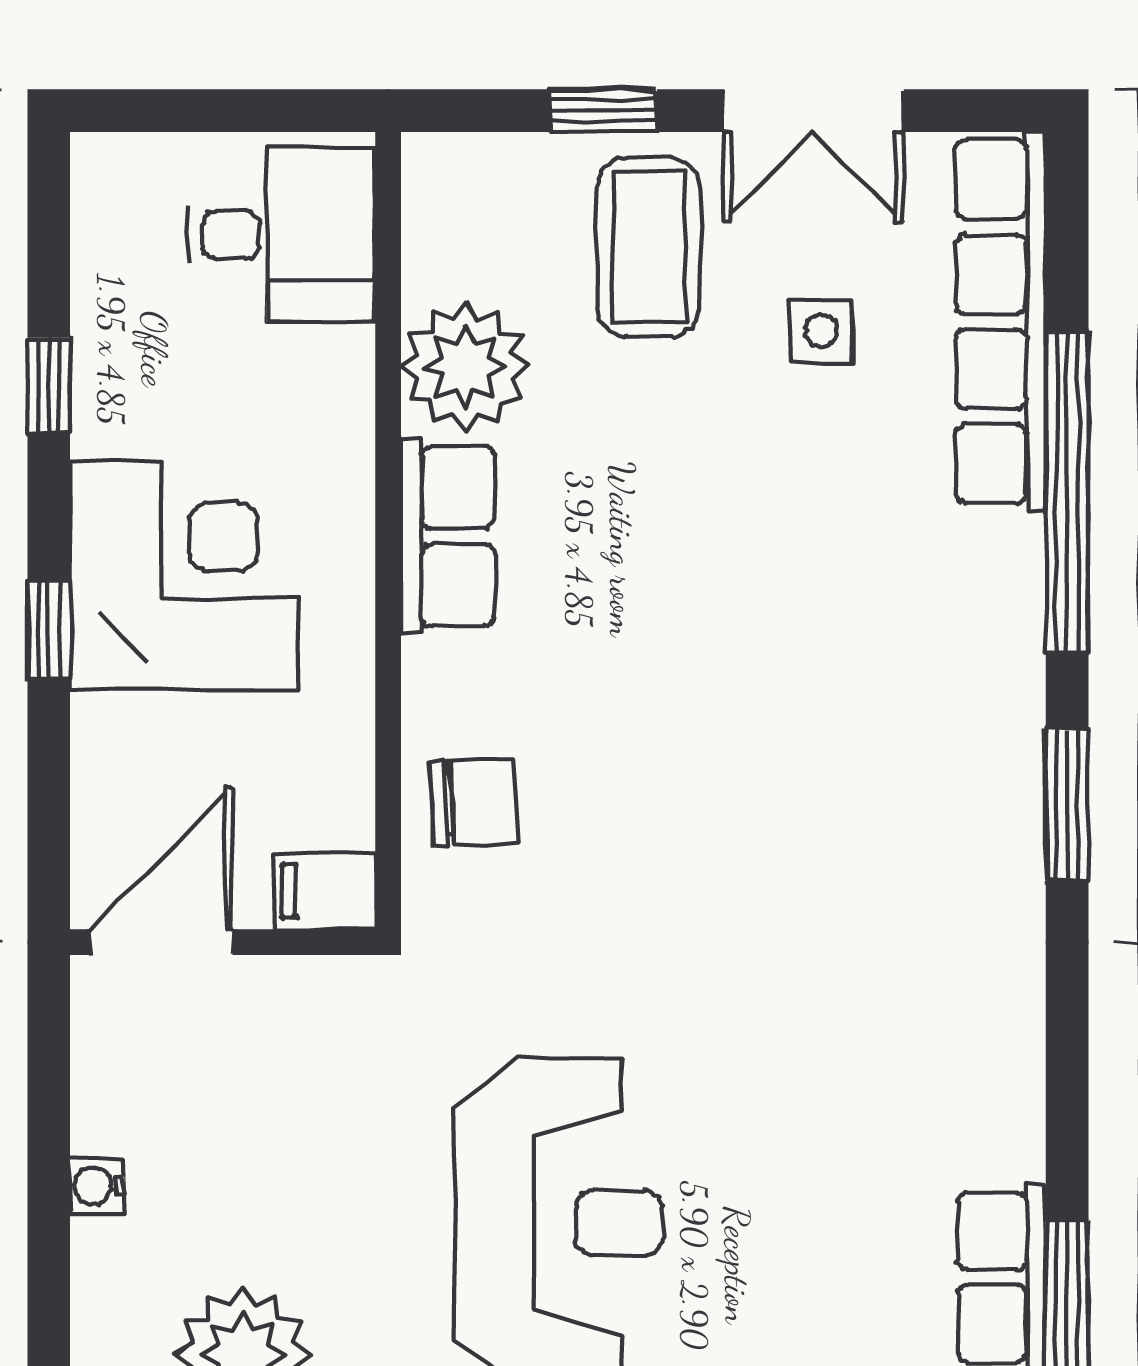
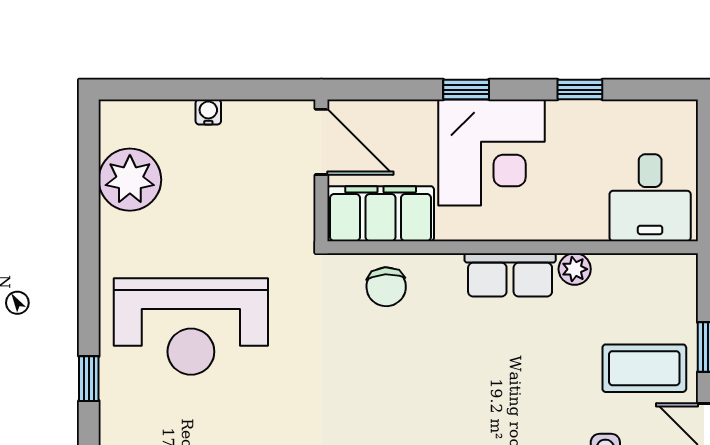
plant: (465, 367) -> (575, 269), width x0.53, depth x0.53
filing cabinet: (325, 891) -> (381, 214), width x3.00, depth x1.17

